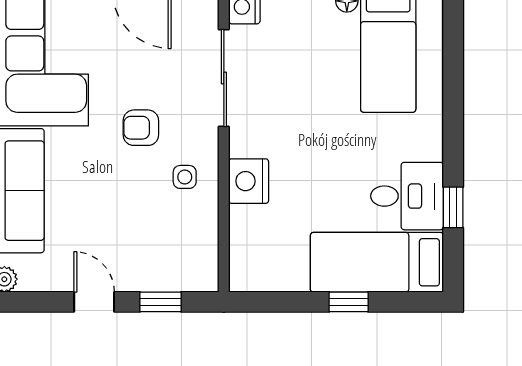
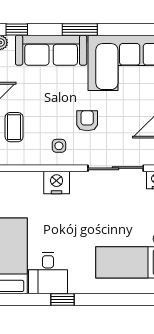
window: (453, 207) -> (63, 299), moved
coffee table: (152, 255) -> (14, 127), added

